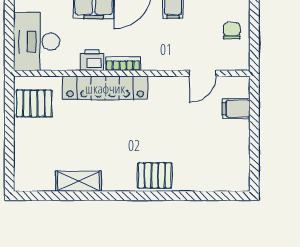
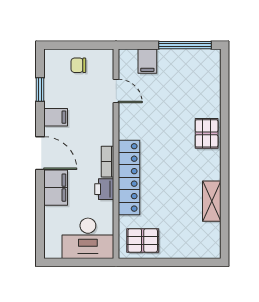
pallet: (34, 103) -> (143, 240), turned 90
window: (254, 151) -> (185, 45), added

